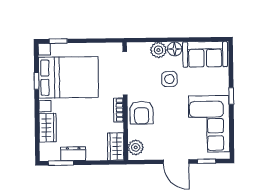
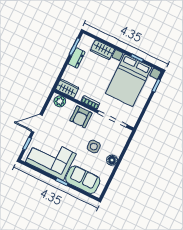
plant: (158, 50) -> (117, 149), removed
sofa: (205, 54) -> (83, 180), moved, turned 90
armchair: (141, 113) -> (81, 117), turned -90

